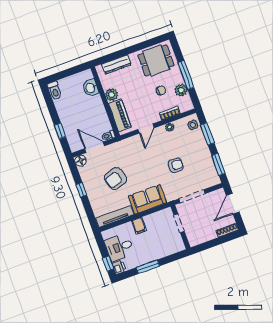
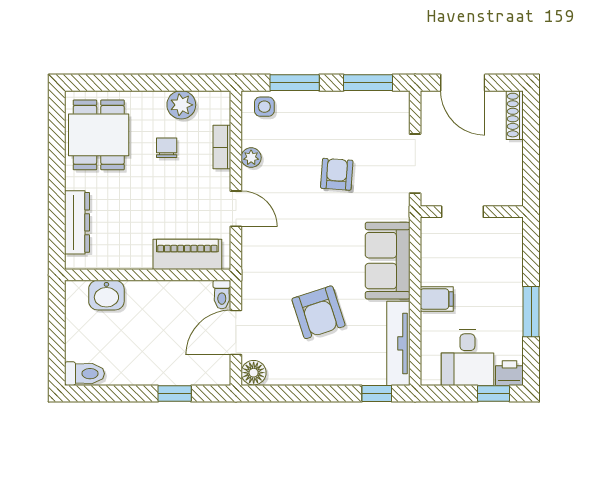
window: (186, 75) -> (153, 83), removed
plant: (112, 95) -> (137, 256), removed
window: (81, 190) -> (377, 394), moved

